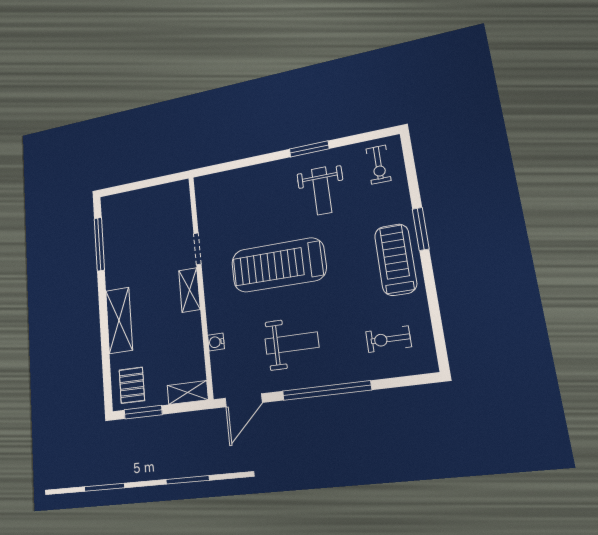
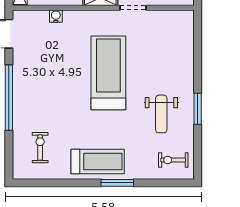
weight bench: (322, 191) -> (161, 114), turned -90
weight bench: (292, 343) -> (47, 76), removed

